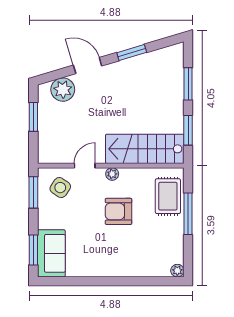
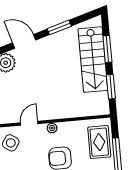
stairs: (145, 149) -> (93, 60), moved, turned -90

